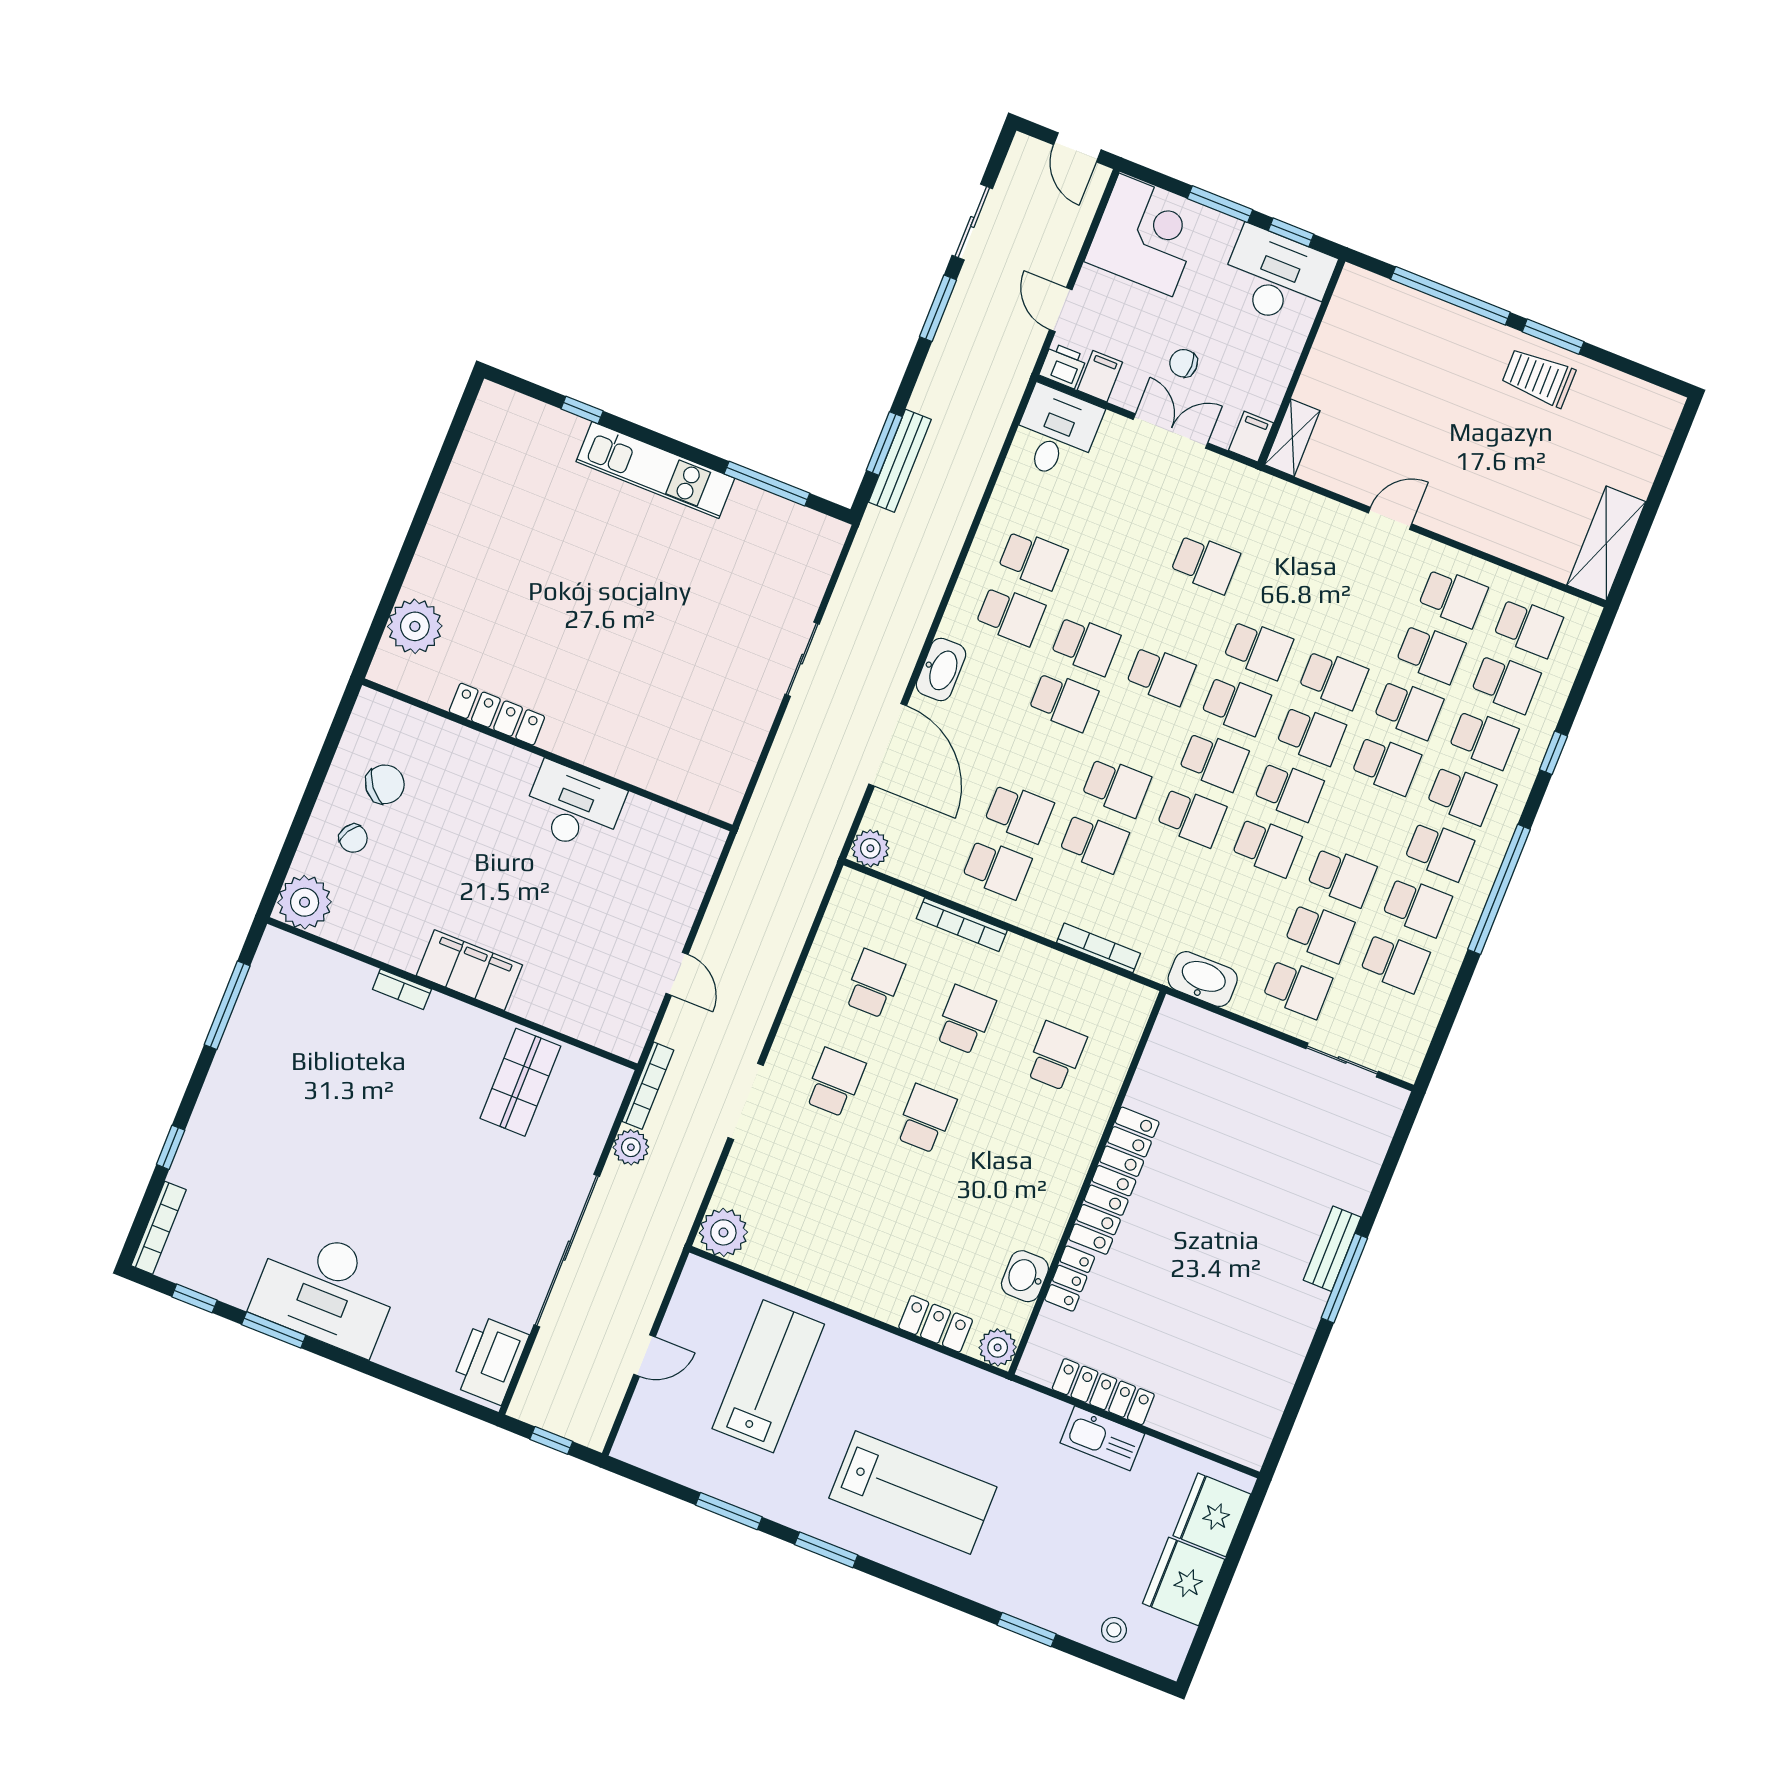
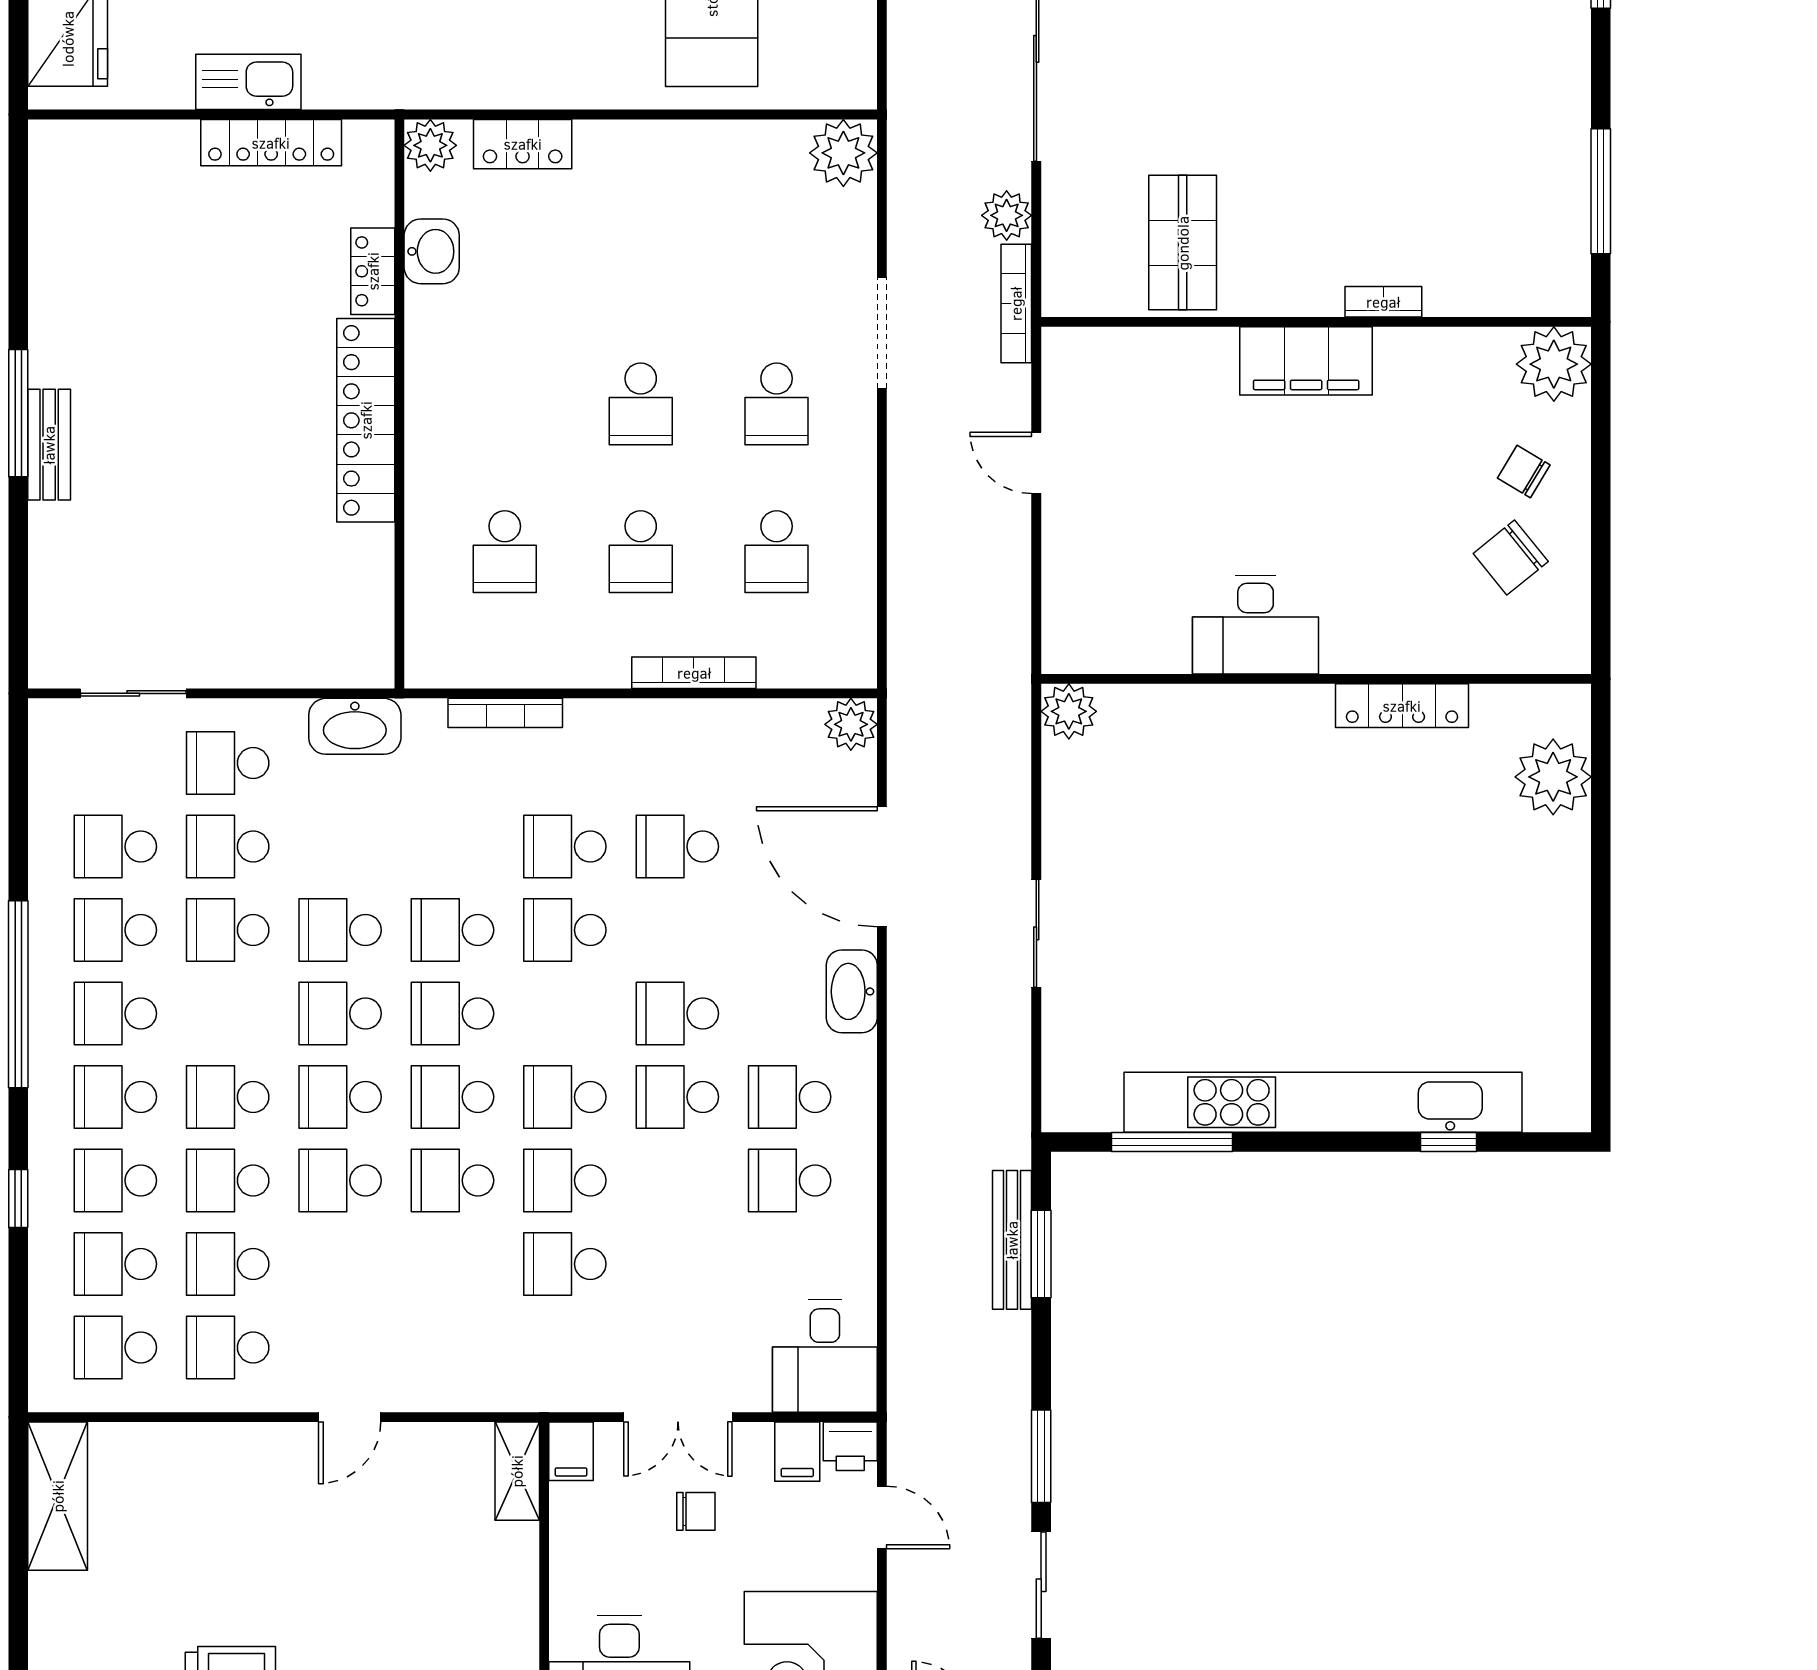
kitchen unit: (655, 470) -> (1323, 1102), width x1.86
plant: (721, 799) -> (1069, 711), added
school desk: (997, 869) -> (565, 1180), moved

